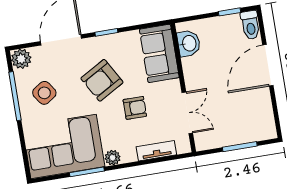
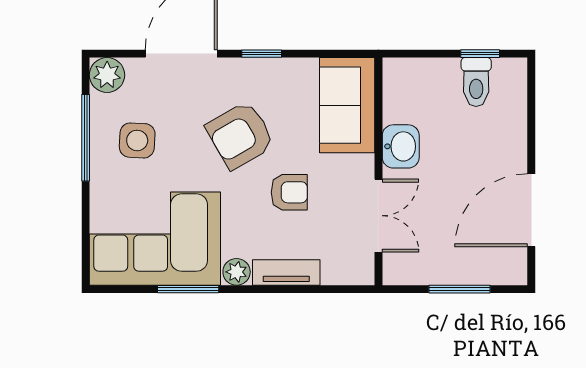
toilet: (250, 25) -> (476, 82), moved
washbasin: (189, 43) -> (401, 146), moved
door: (268, 65) -> (531, 210), moved
side table: (44, 93) -> (137, 140), turned 37
tv unit: (156, 151) -> (286, 272), moved

